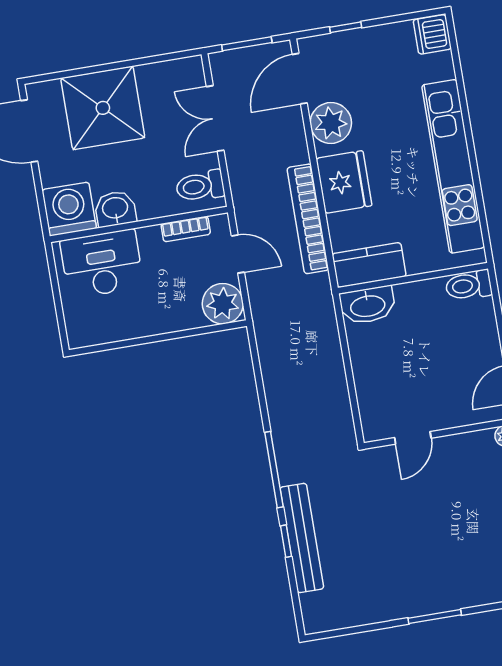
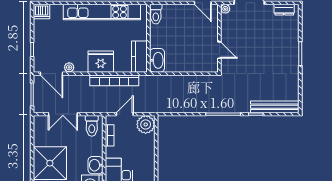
plant: (331, 123) -> (69, 67), width x0.53, depth x0.53
bench: (302, 538) -> (275, 107), moved

